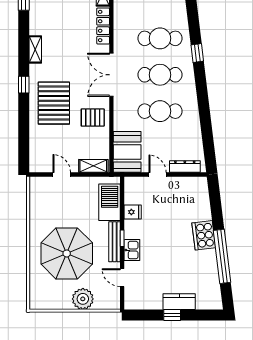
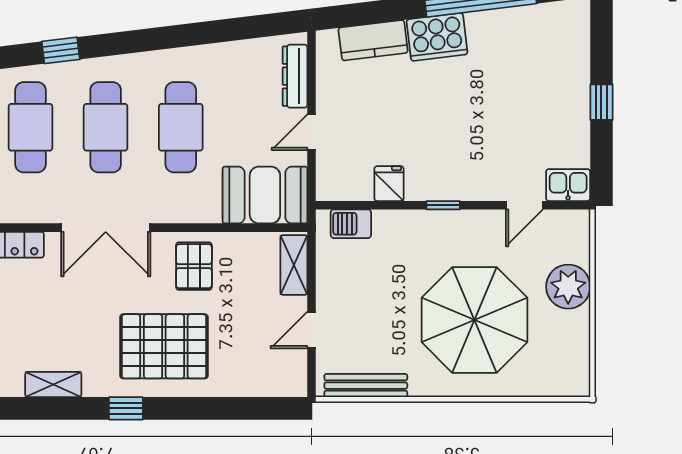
barbecue: (110, 202) -> (351, 224), width x0.53, depth x0.65
bench: (115, 242) -> (366, 386), moved
kitchen sink: (132, 250) -> (568, 185), moved
kitchen counter: (179, 302) -> (373, 40), moved, turned -97

